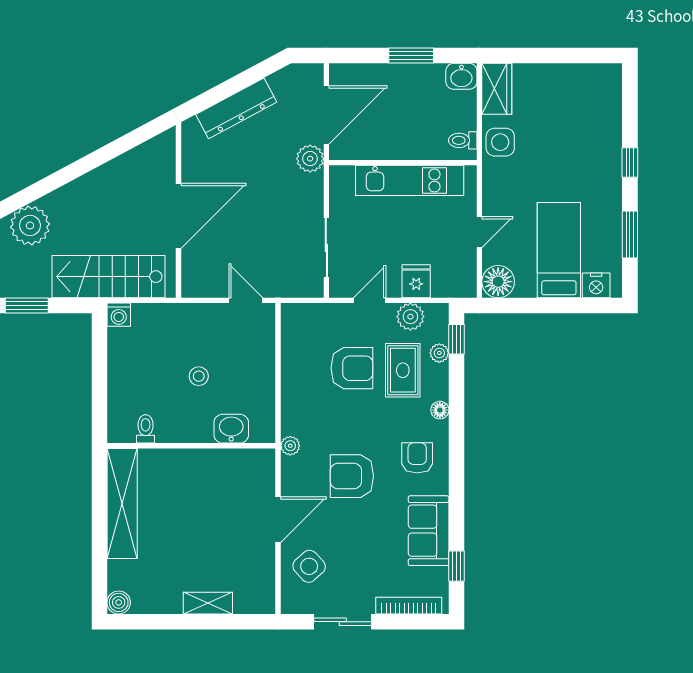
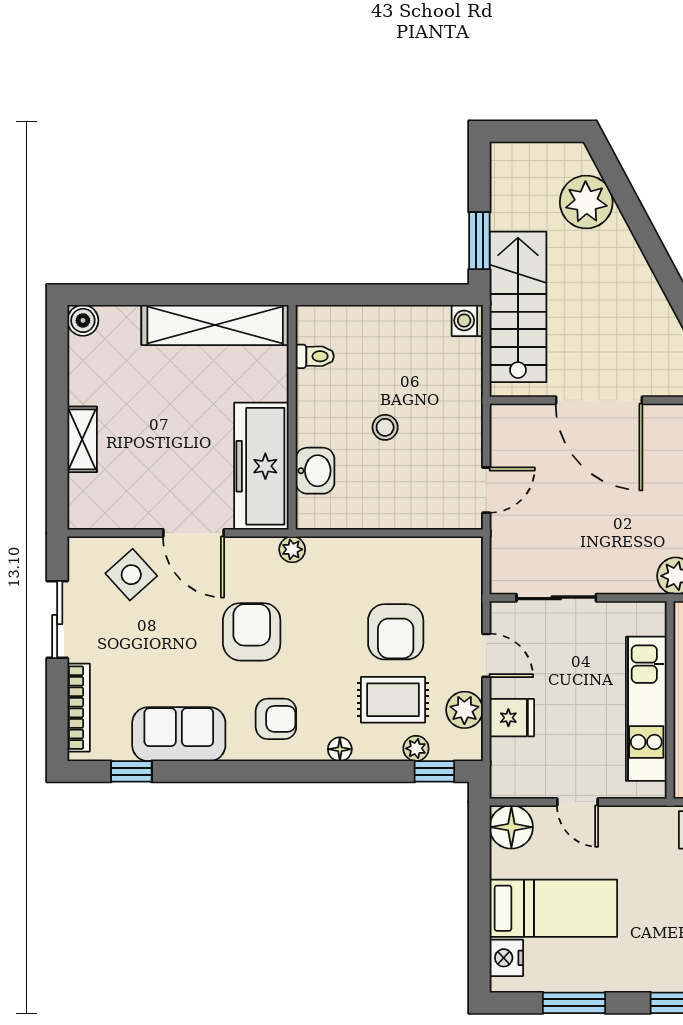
window: (27, 305) -> (479, 241), moved
freezer: (228, 469) -> (261, 466), added

